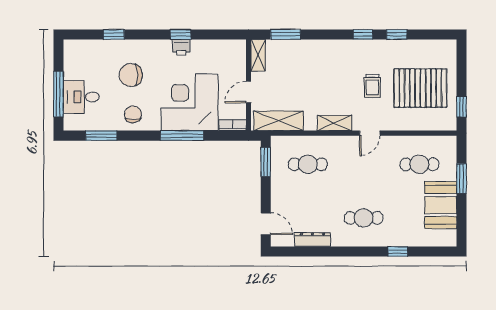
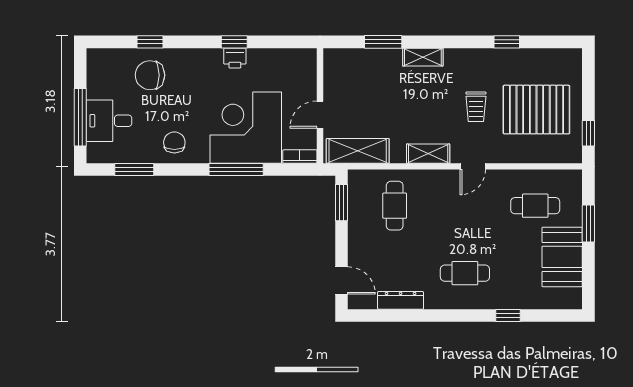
window: (286, 34) -> (383, 42), moved
window: (363, 34) -> (464, 42), removed
shelving: (258, 55) -> (423, 57), moved, turned 90
chair: (131, 75) -> (150, 75), moved
cafe table: (308, 164) -> (395, 206), turned 90

